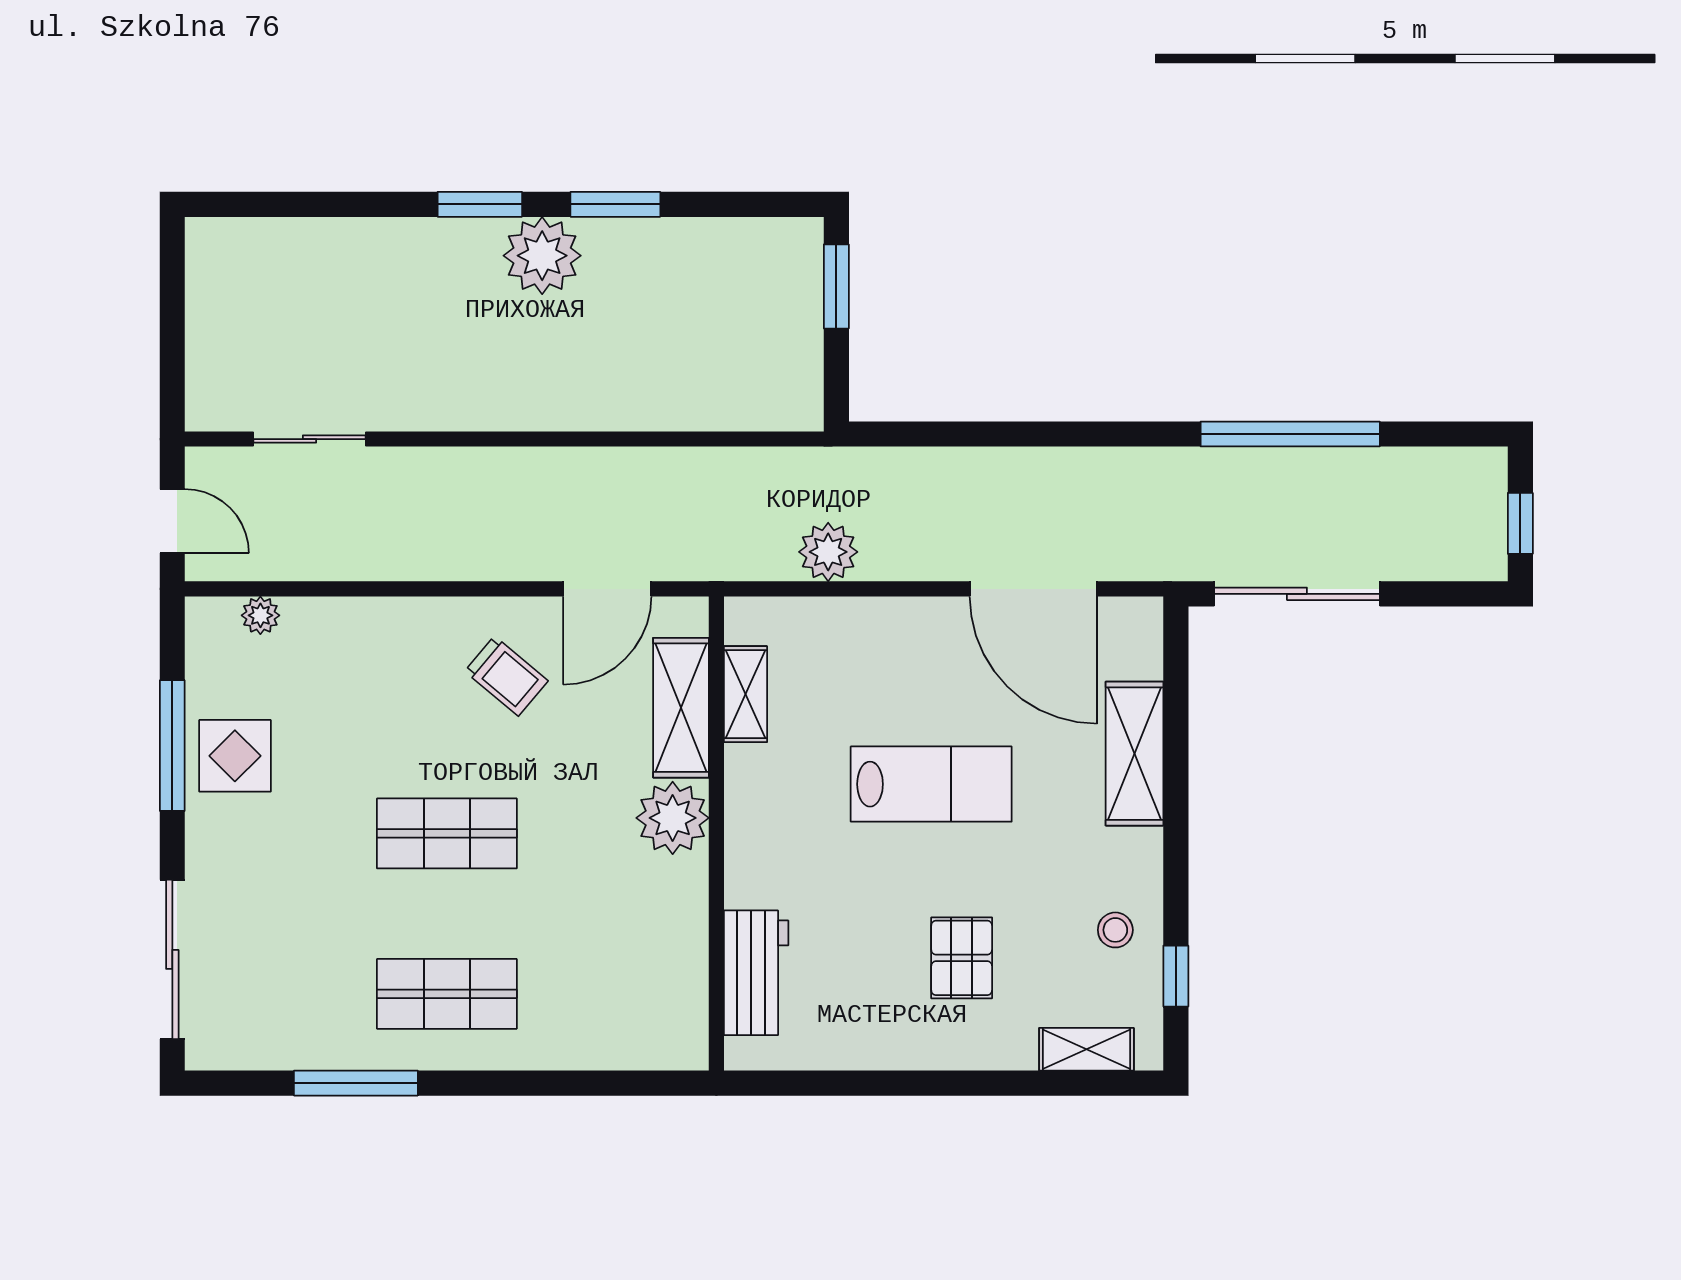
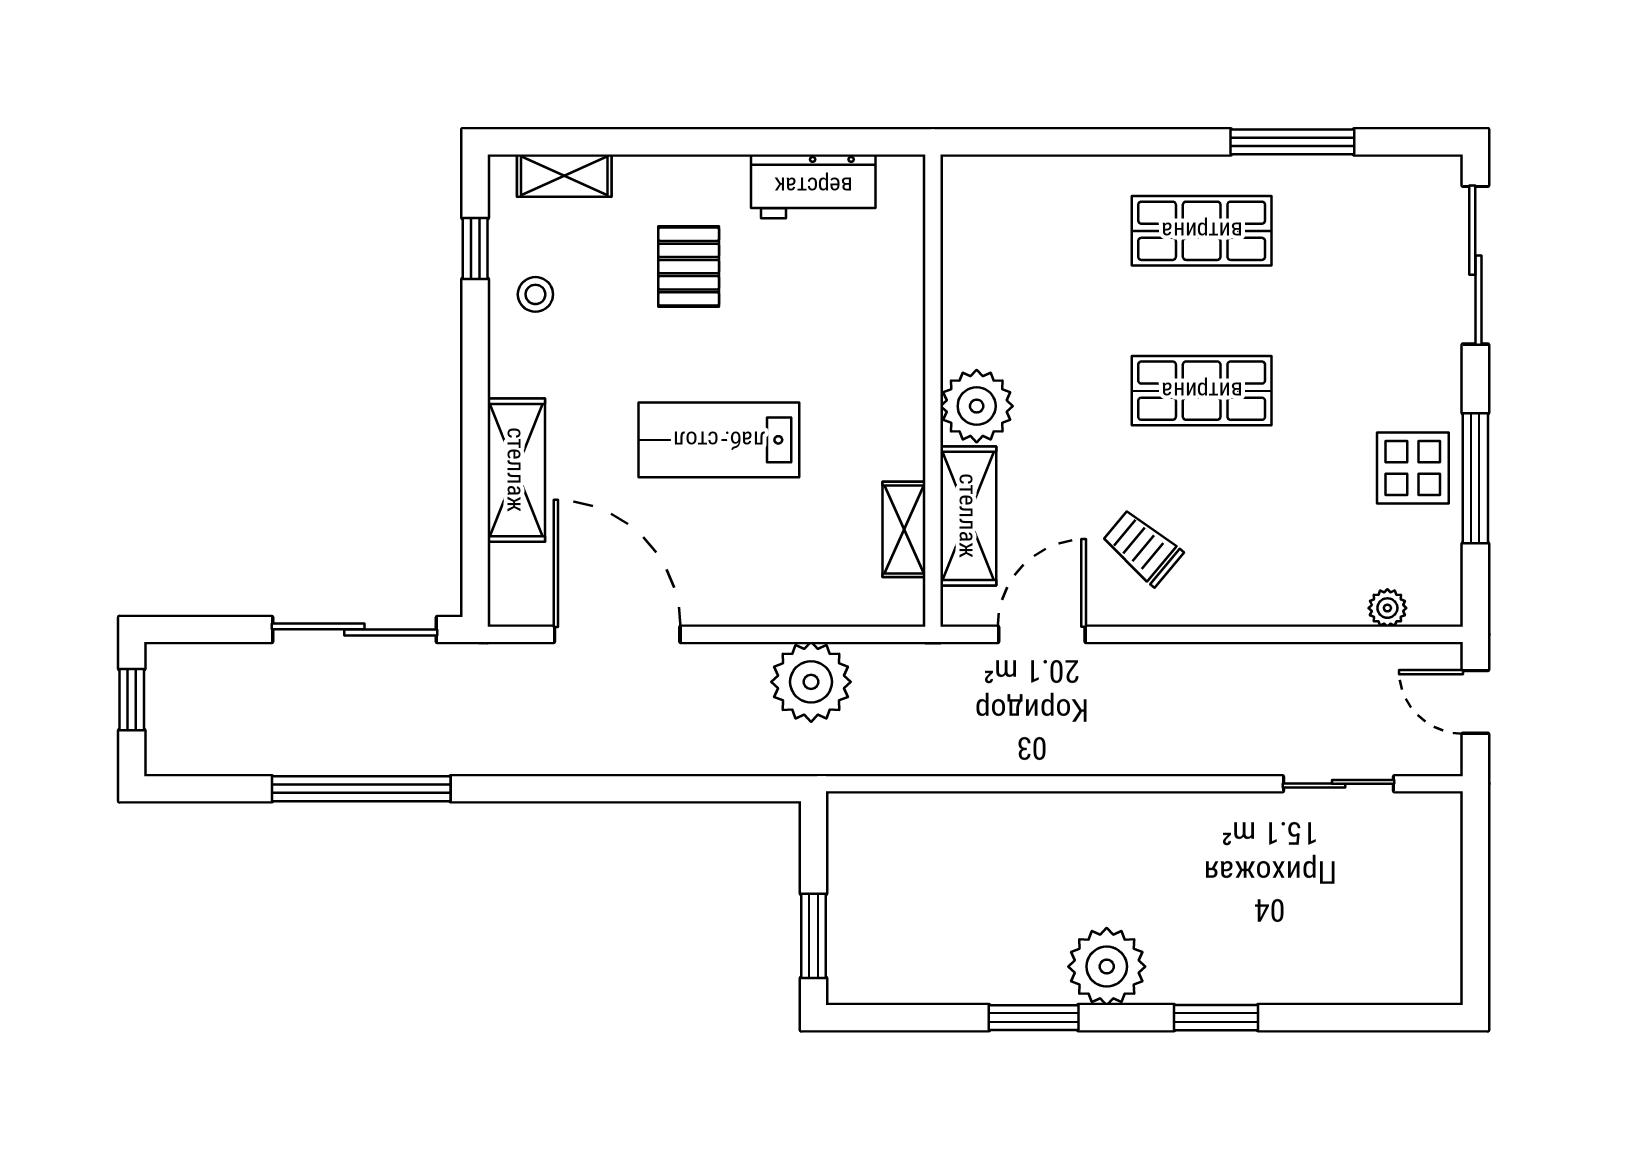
window: (480, 204) -> (1216, 1018), moved
plant: (828, 552) -> (811, 682), width x1.36, depth x1.36
workbench: (756, 973) -> (813, 186), moved, turned -90

